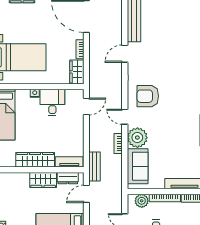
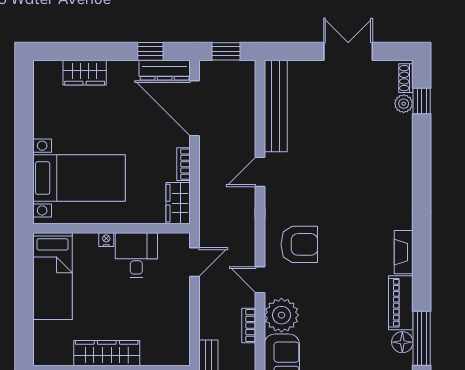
armchair: (148, 96) -> (299, 244), turned 180
tv unit: (69, 162) -> (165, 357), removed

